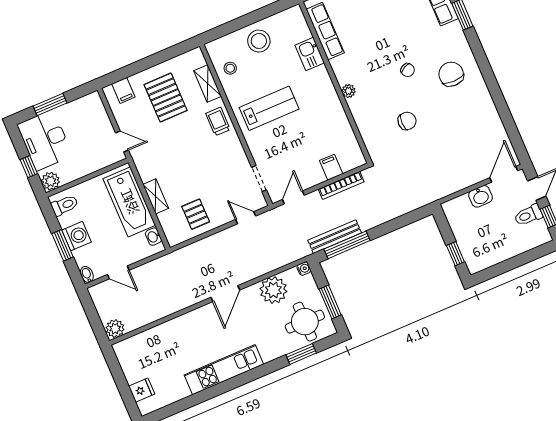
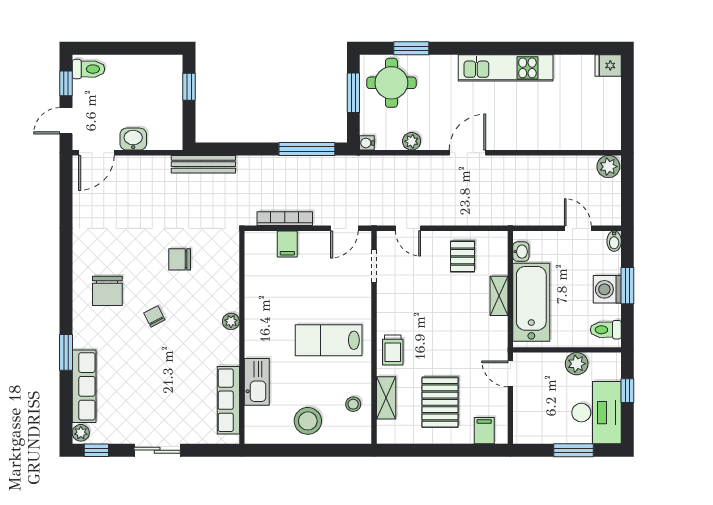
kitchen sink: (310, 54) -> (257, 382), width x1.38
plant: (51, 181) -> (577, 364), moved
toilet: (528, 215) -> (88, 69), moved
bench: (335, 237) -> (203, 164), moved
plant: (273, 290) -> (412, 141), width x0.53, depth x0.53
fridge: (142, 390) -> (608, 65), moved

